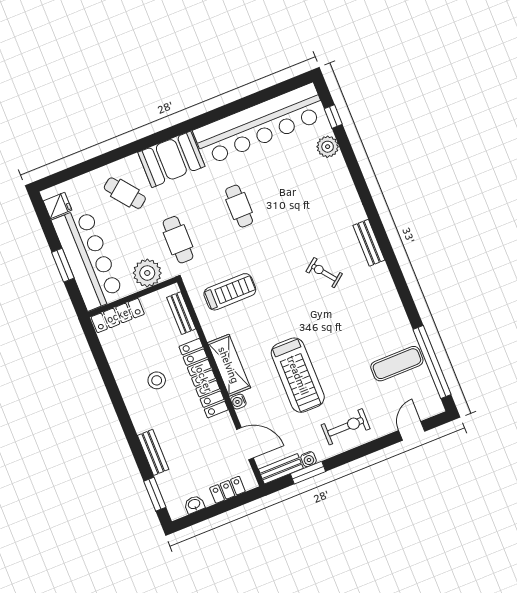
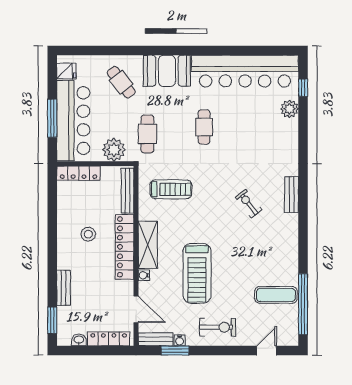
window: (63, 265) -> (52, 118), width x1.44
bench: (181, 313) -> (127, 191), width x1.36
locker: (227, 490) -> (109, 339), width x1.53

